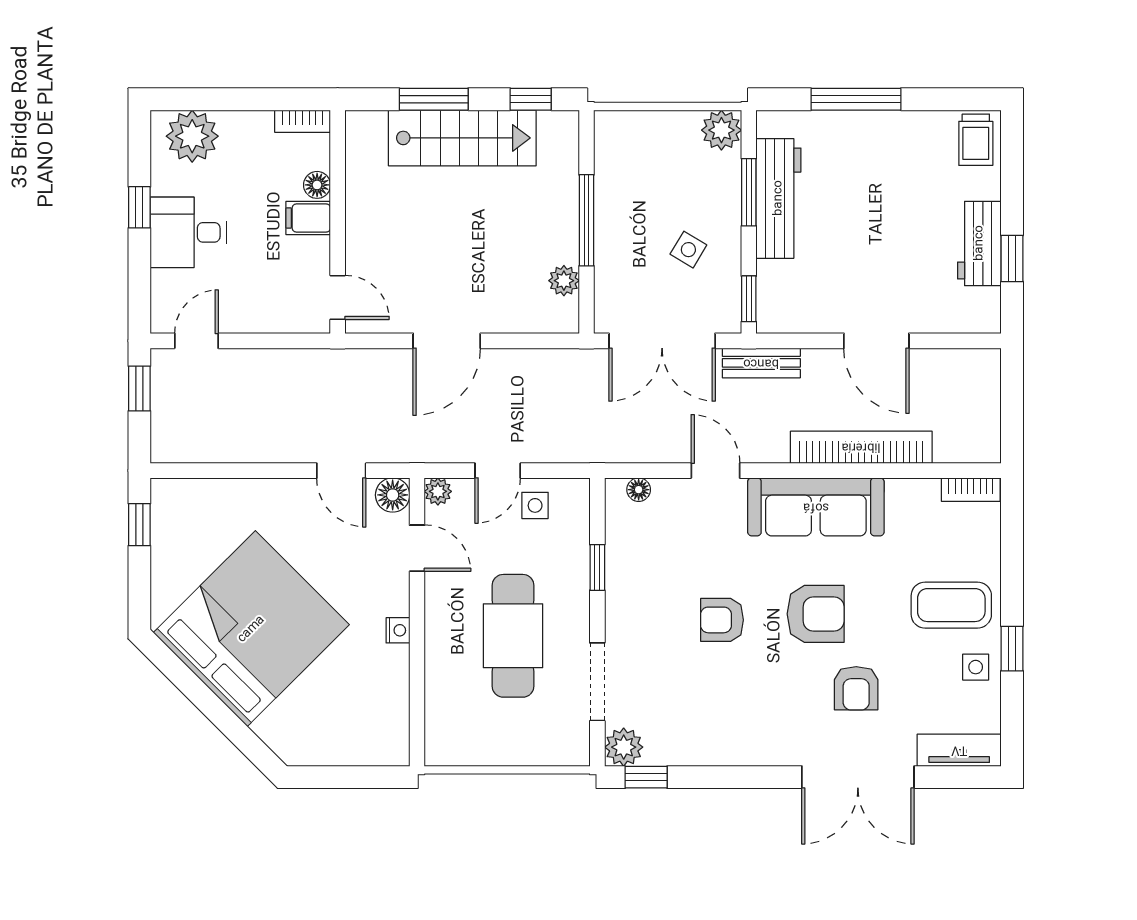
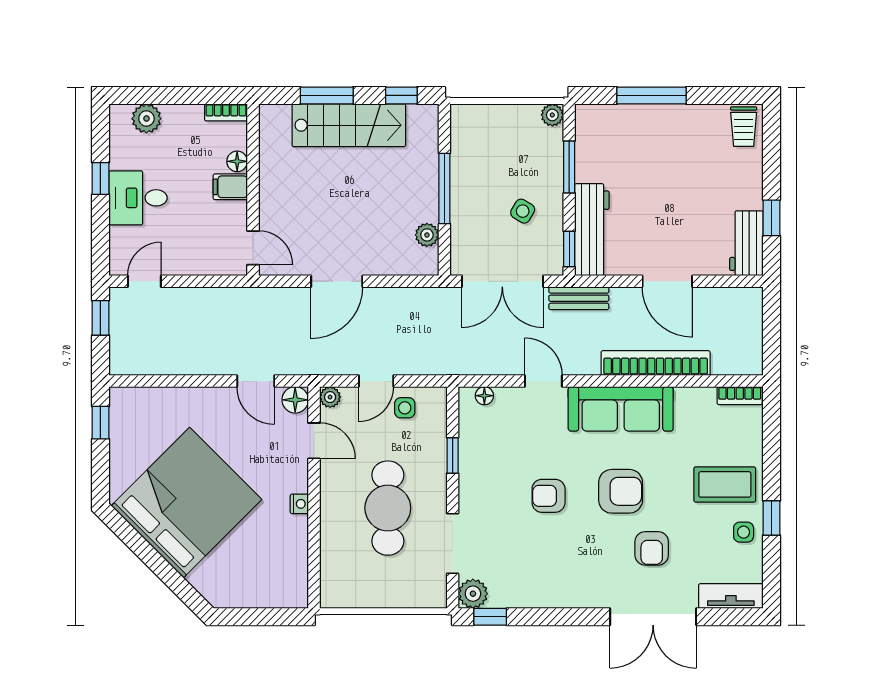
plant: (721, 130) -> (552, 115), width x0.73, depth x0.73
plant: (192, 136) -> (146, 119), width x0.73, depth x0.73
workbench: (778, 198) -> (592, 230), moved
workbench: (979, 243) -> (746, 243), moved

